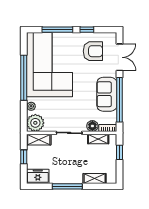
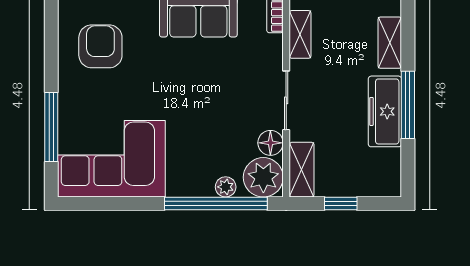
window: (87, 30) -> (51, 60), removed
corner sofa: (50, 65) -> (111, 159), width x0.73, depth x0.74
window: (24, 78) -> (216, 204), moved
floor lamp: (92, 126) -> (270, 143), moved
freezer: (38, 176) -> (385, 111), moved, width x1.40

